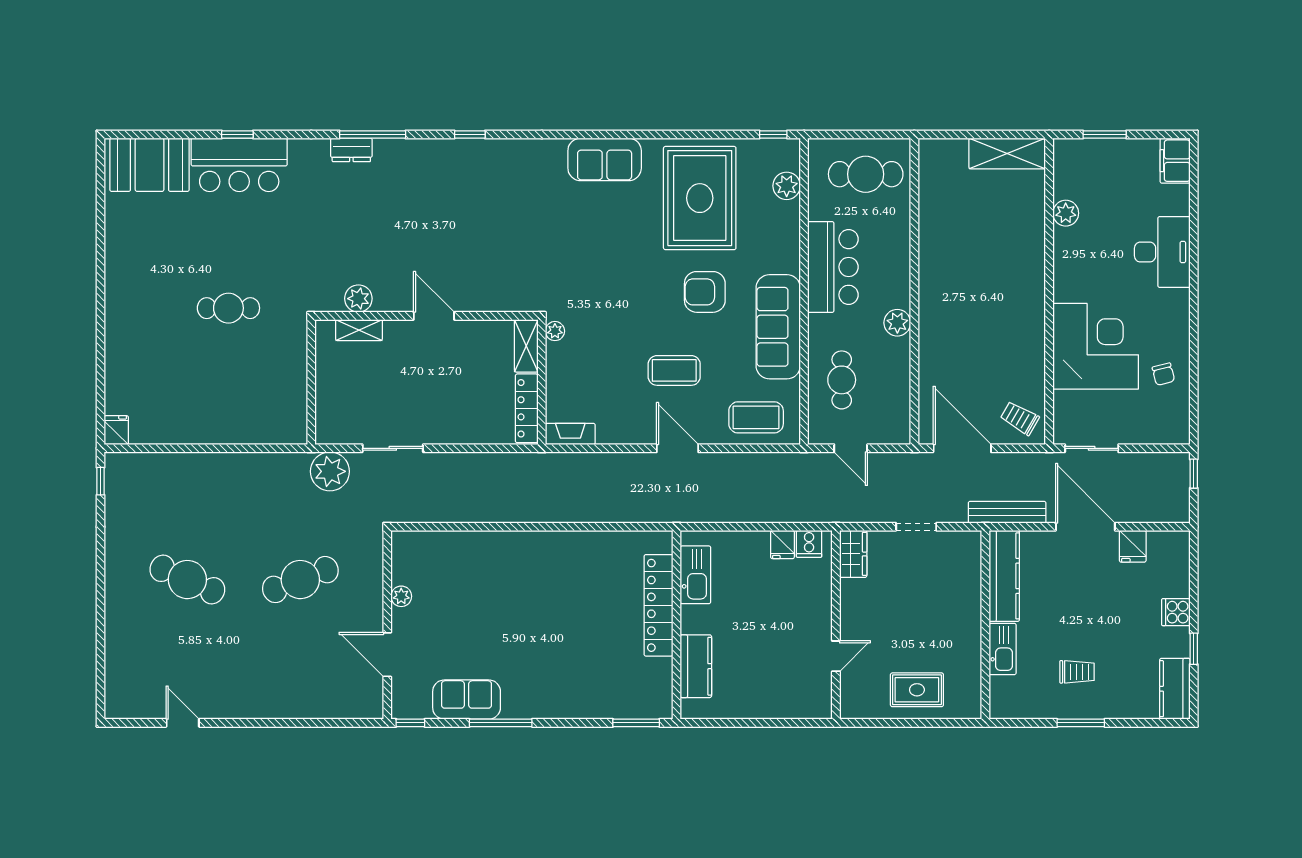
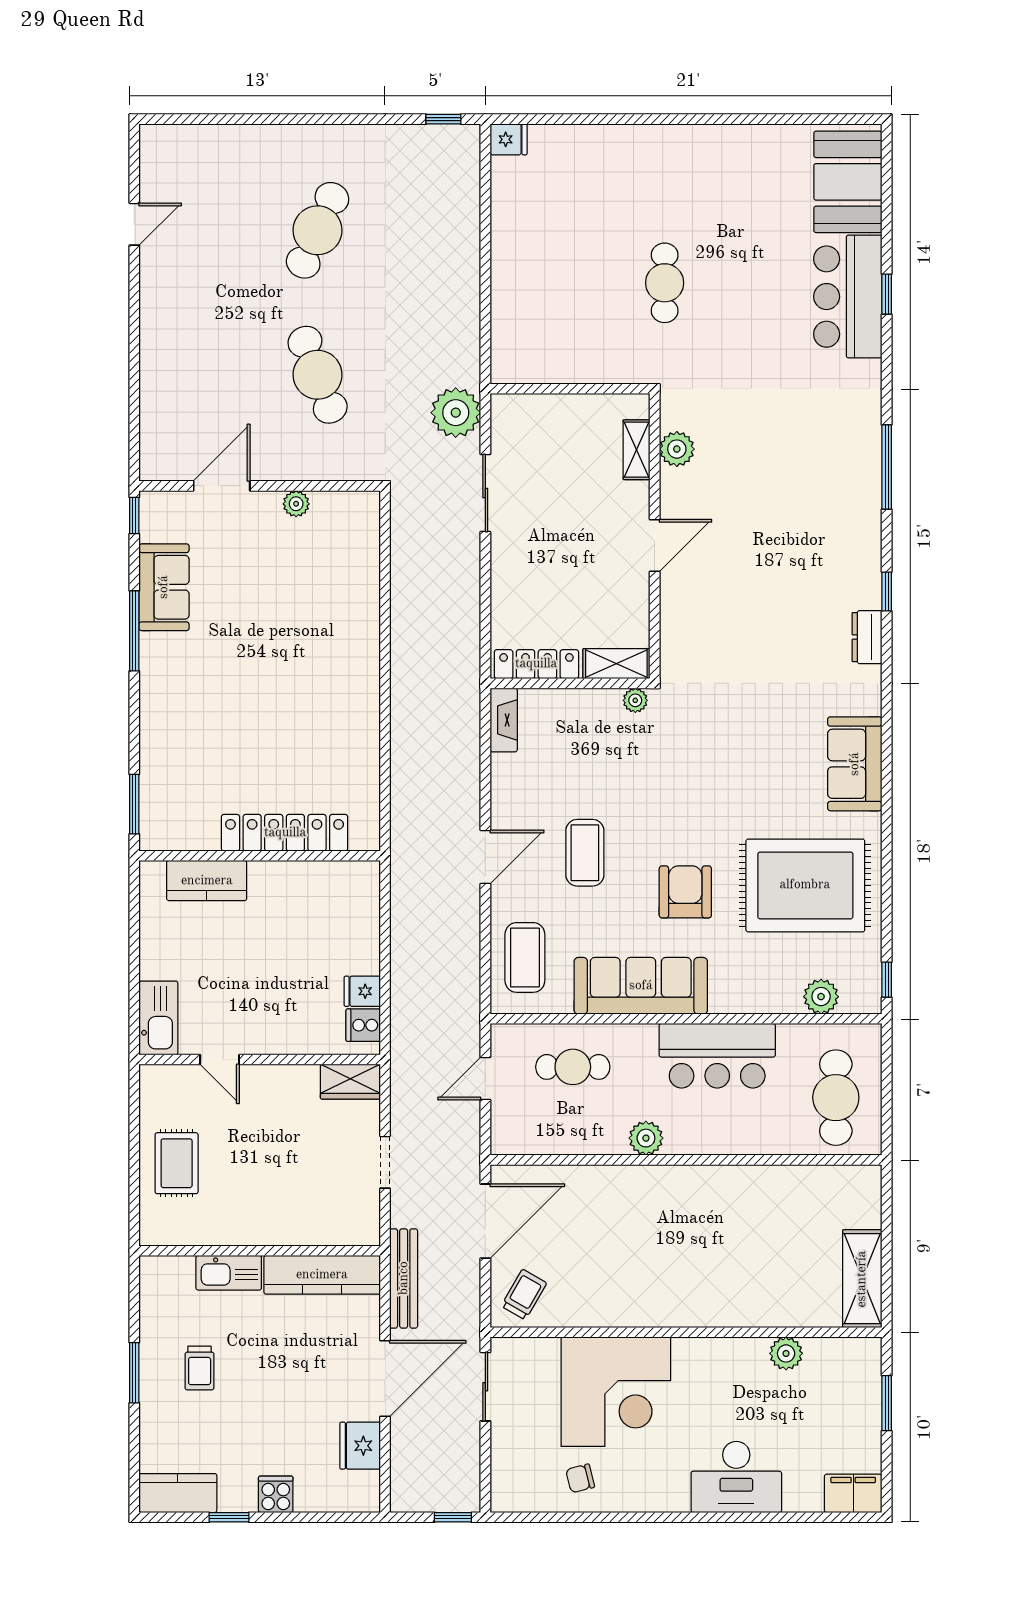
dresser: (351, 150) -> (867, 637), moved
fridge: (1133, 546) -> (360, 1446), width x1.38
kitchen sink: (695, 575) -> (158, 1018), moved, turned -90

